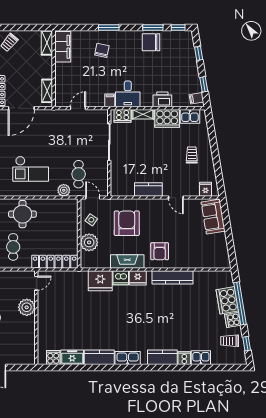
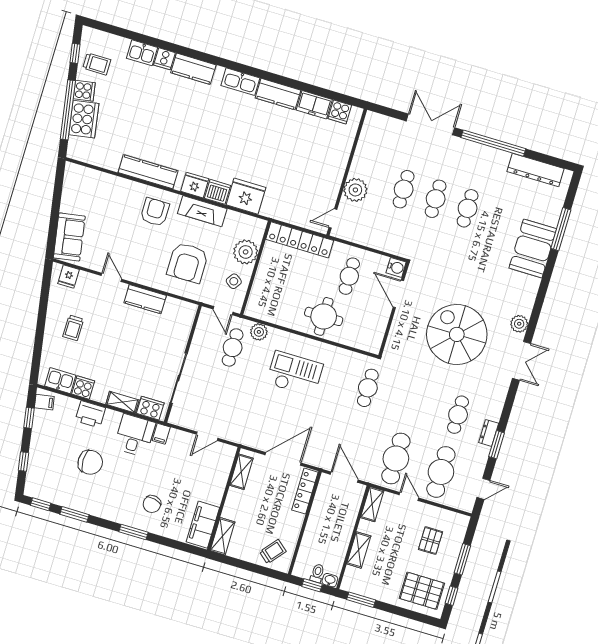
chair: (151, 42) -> (90, 462), moved
cooker: (167, 118) -> (83, 387), width x0.53, depth x0.76

